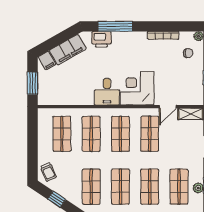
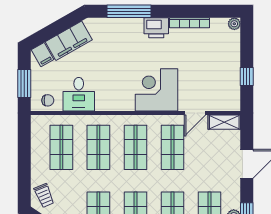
printer: (101, 39) -> (156, 28), moved
chair: (188, 53) -> (48, 100), moved
desk: (107, 92) -> (79, 94), moved

